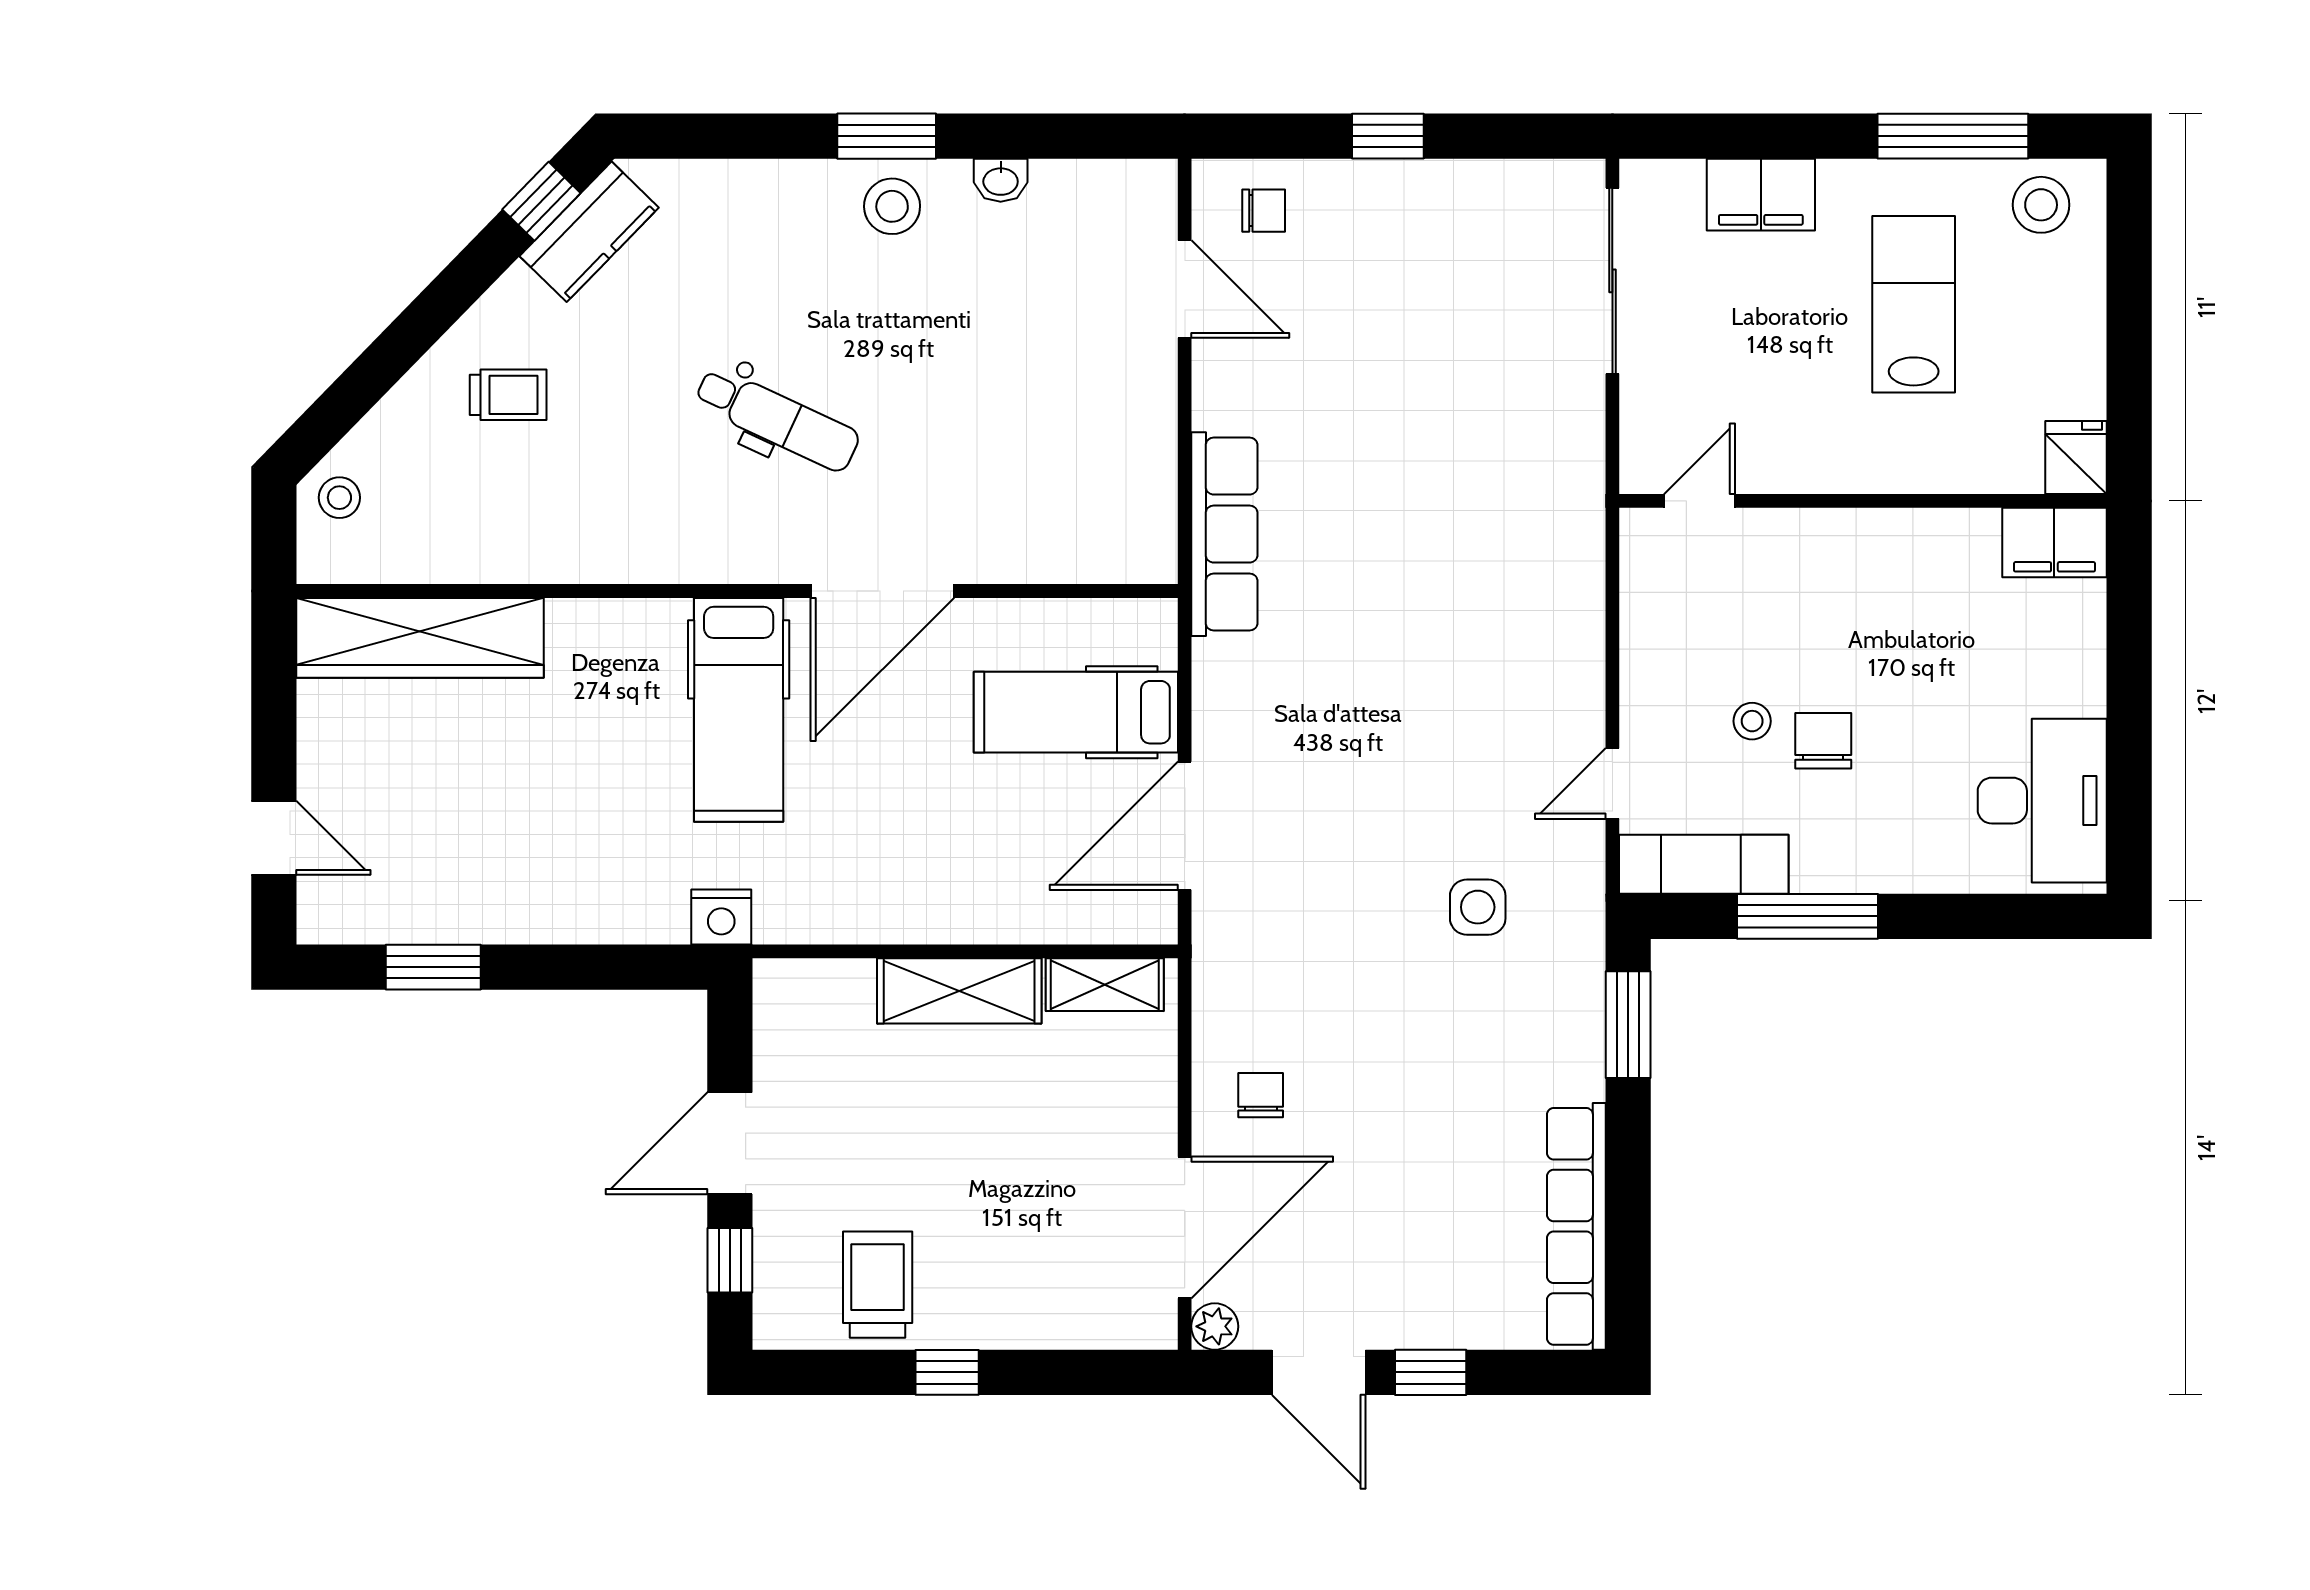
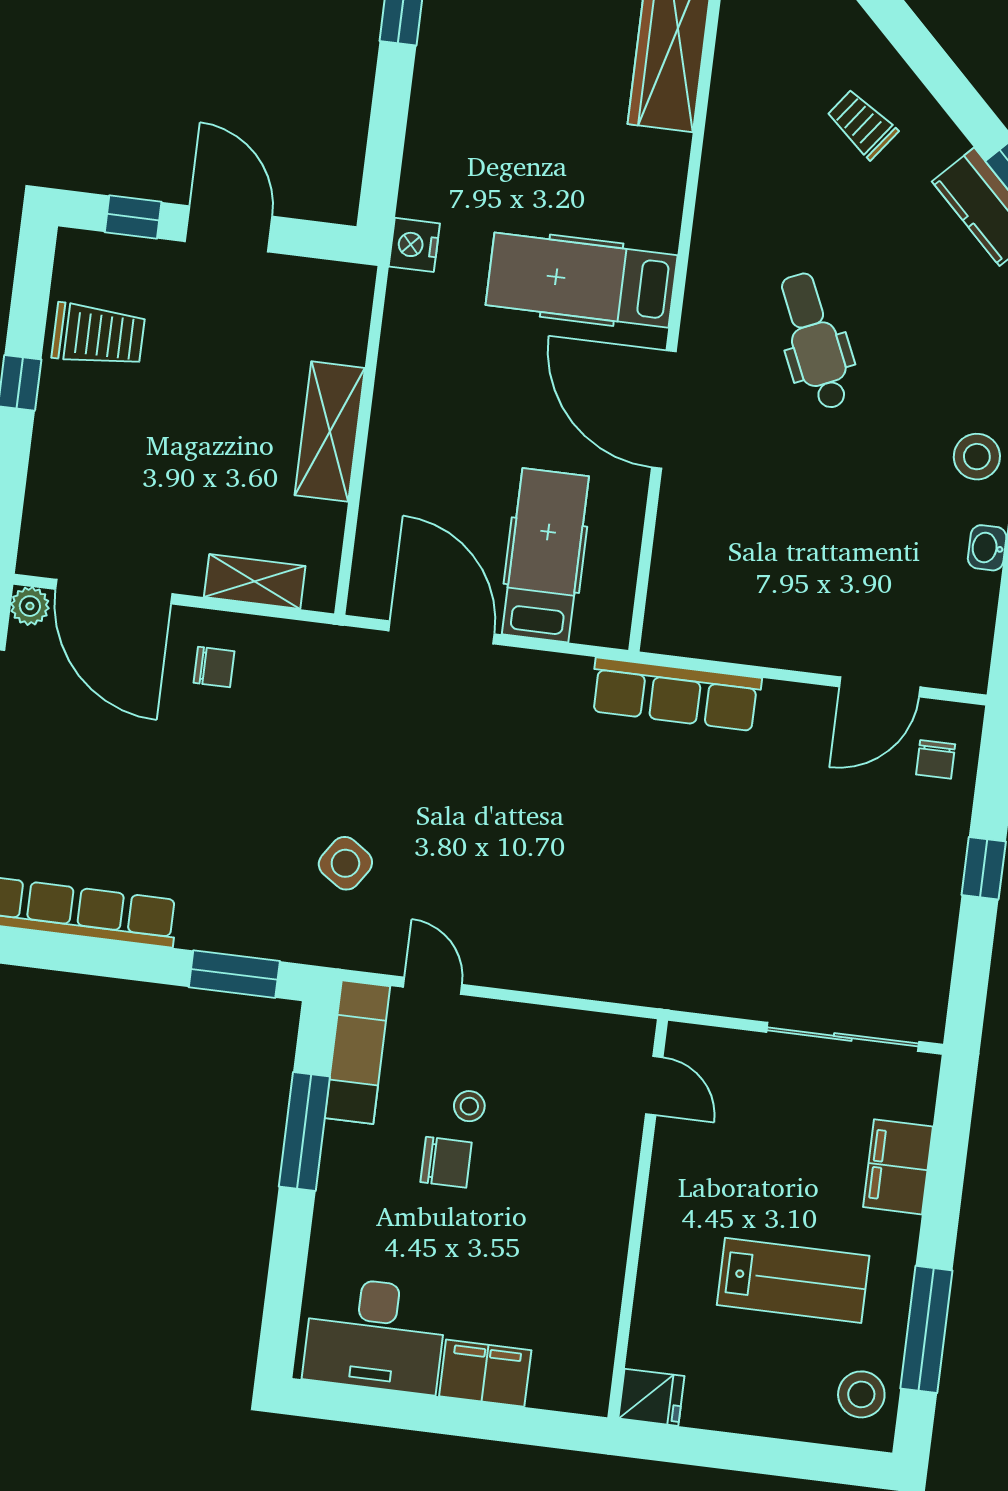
trolley: (508, 395) -> (862, 124), turned 127
dental chair: (777, 419) -> (815, 341), turned 131
filing cabinet: (2054, 542) -> (485, 1373), moved, turned 90
side table: (1478, 907) -> (345, 863), turned 34
shelving: (1105, 985) -> (255, 582), moved, turned 90

